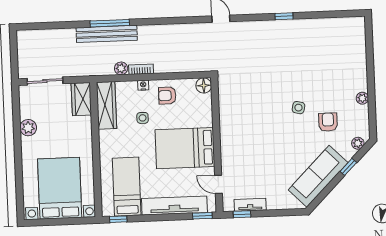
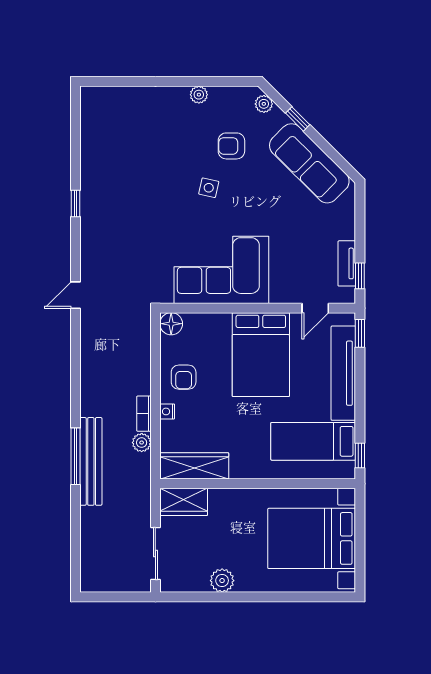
side table: (143, 118) -> (215, 414), removed
corner sofa: (242, 119) -> (221, 270), added

